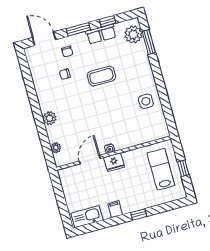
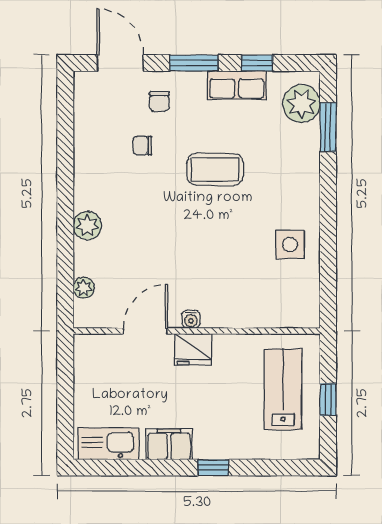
filing cabinet: (115, 209) -> (169, 444), width x2.00

